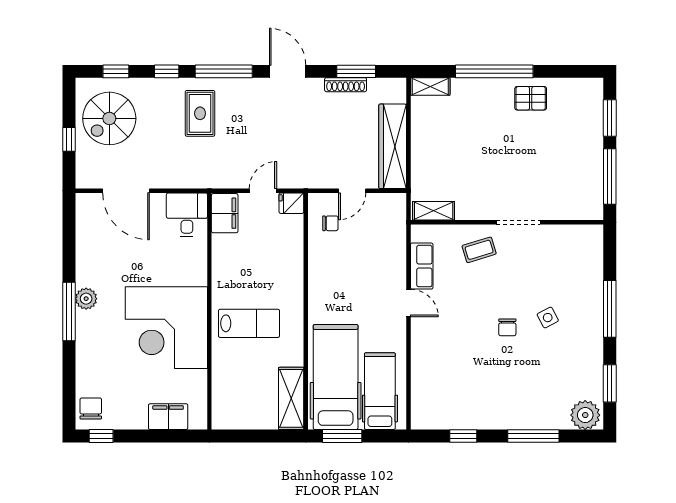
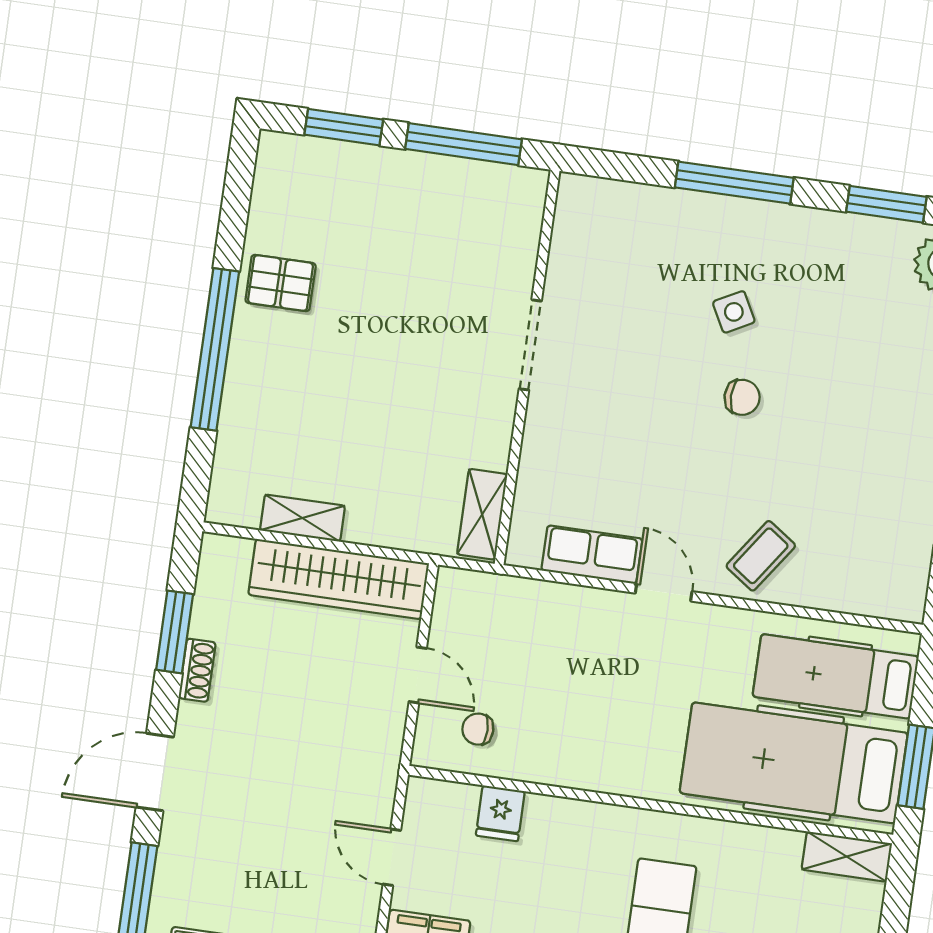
shoe rack: (346, 85) -> (197, 670), width x0.70
shelving: (430, 86) -> (302, 518), moved, turned 90
pallet: (531, 98) -> (281, 283), turned 90
fridge: (291, 203) -> (500, 813), moved
chair: (330, 223) -> (478, 729), turned -90
coffee table: (479, 250) -> (761, 556), moved, turned 52
door: (409, 303) -> (664, 592), hinge flipped
shelving: (291, 398) -> (847, 857), width x0.67, depth x0.75

